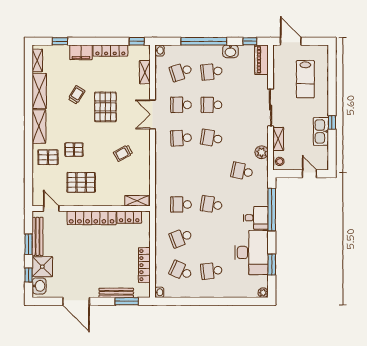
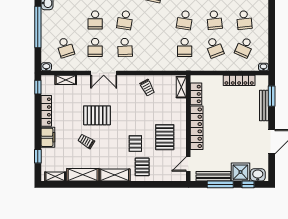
school desk: (212, 72) -> (214, 20), moved
trolley: (123, 153) -> (147, 88), moved
window: (29, 244) -> (220, 184), width x1.44

